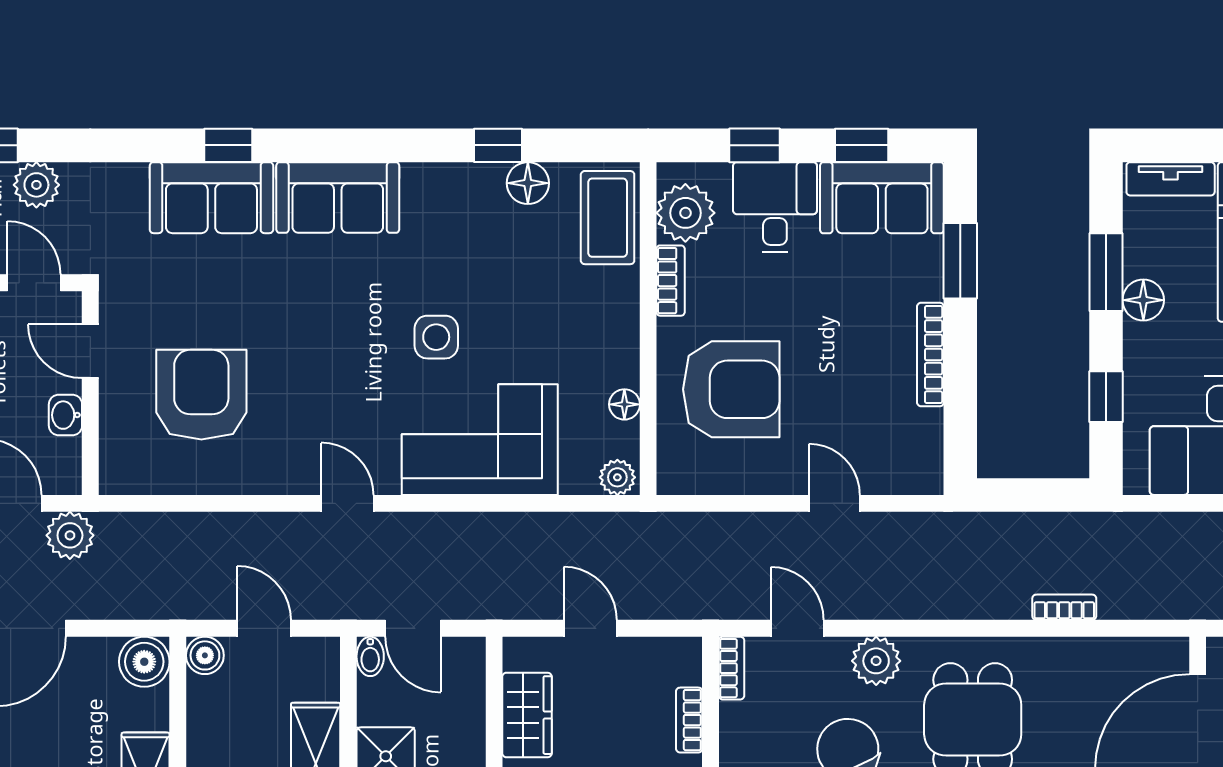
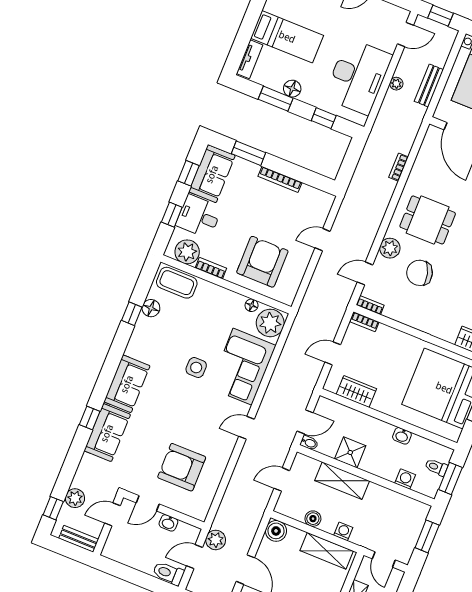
plant: (617, 477) -> (270, 323), width x1.88, depth x1.88
boiler: (205, 655) -> (313, 519), moved
bookcase: (689, 720) -> (365, 322), moved

